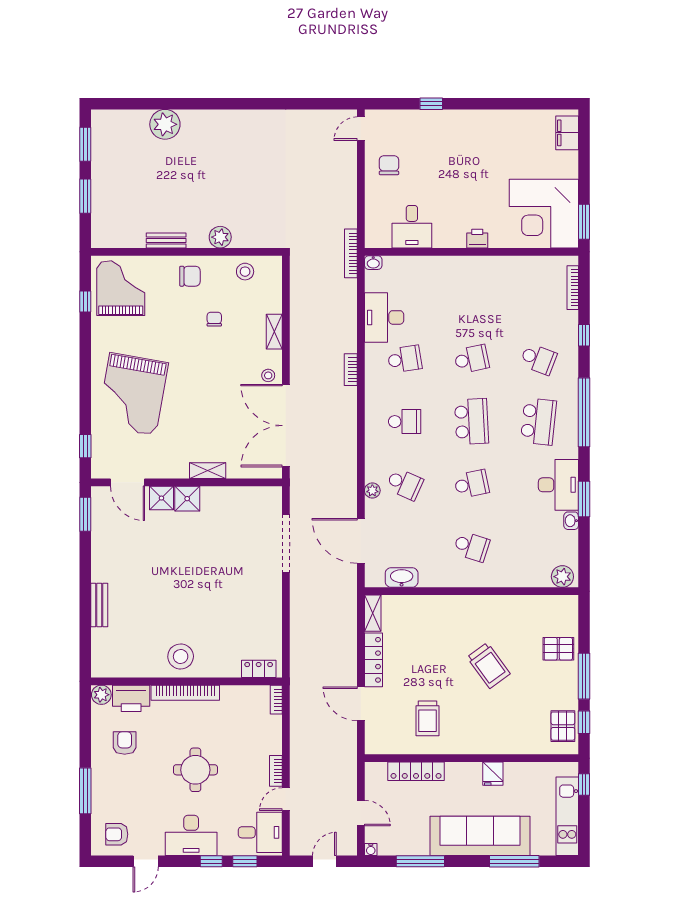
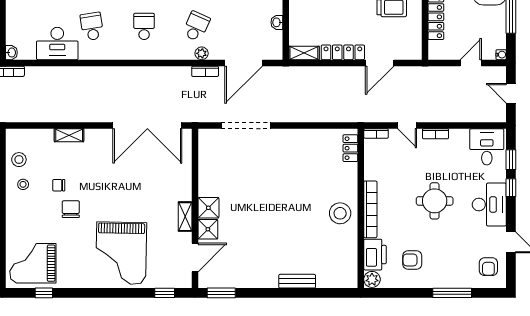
chair: (190, 276) -> (71, 209), moved
bookcase: (351, 370) -> (205, 71), moved
stool: (268, 375) -> (23, 184), moved
grand piano: (133, 394) -> (121, 253), turned 81
shelving: (208, 471) -> (185, 217), moved
washbasin: (402, 578) -> (277, 22), width x0.52, depth x0.69
door: (286, 799) -> (407, 125), moved

